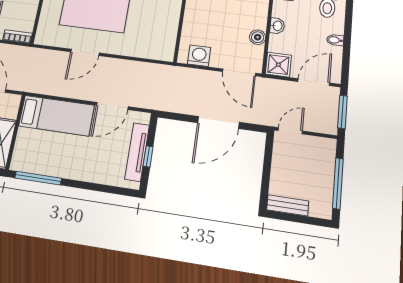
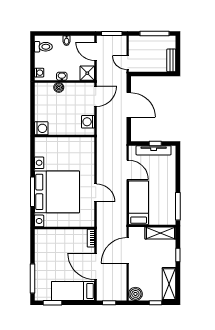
boiler: (258, 37) -> (59, 87), moved

